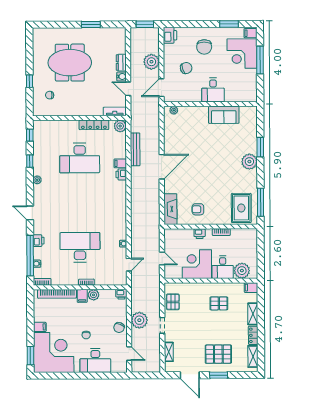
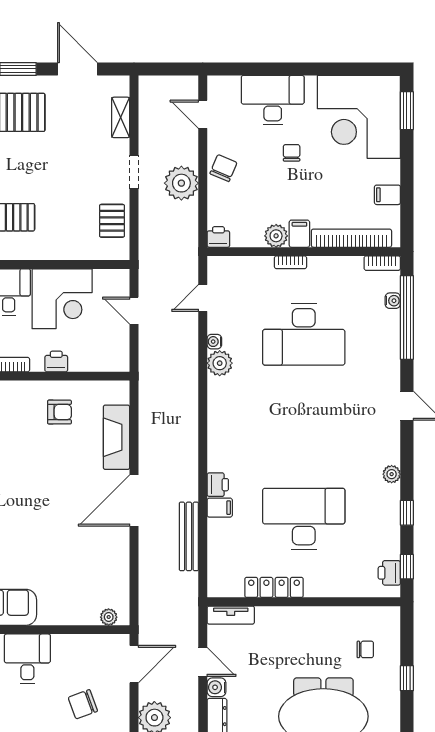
plant: (120, 126) -> (220, 363), moved
fireplace: (170, 209) -> (116, 437), moved
printer: (39, 241) -> (389, 573), moved
filing cabinet: (40, 327) -> (387, 195), moved

